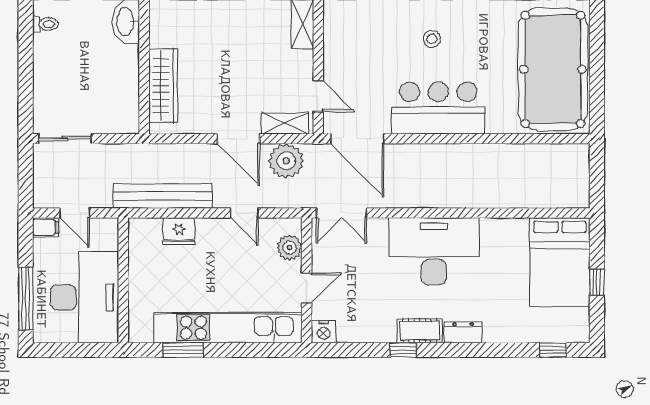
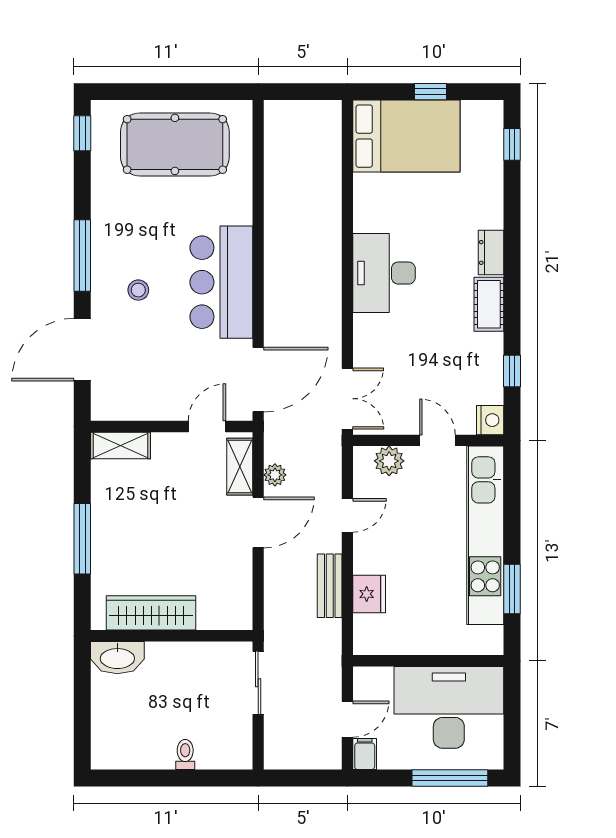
toilet: (45, 24) -> (185, 754), moved
pool table: (553, 69) -> (175, 144), width x0.73, depth x0.76
wardrobe: (163, 86) -> (151, 613), moved
sliding door: (65, 139) -> (258, 683), moved
plant: (286, 161) -> (275, 475), width x0.53, depth x0.53
bench: (163, 196) -> (330, 586), width x0.54, depth x0.82
desk: (434, 251) -> (384, 273), width x0.73, depth x0.77
window: (403, 350) -> (512, 371), moved

